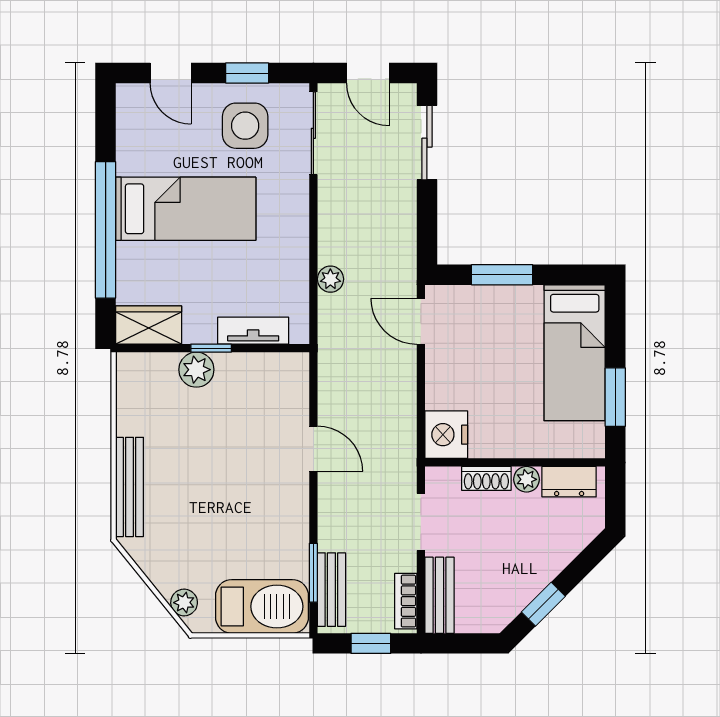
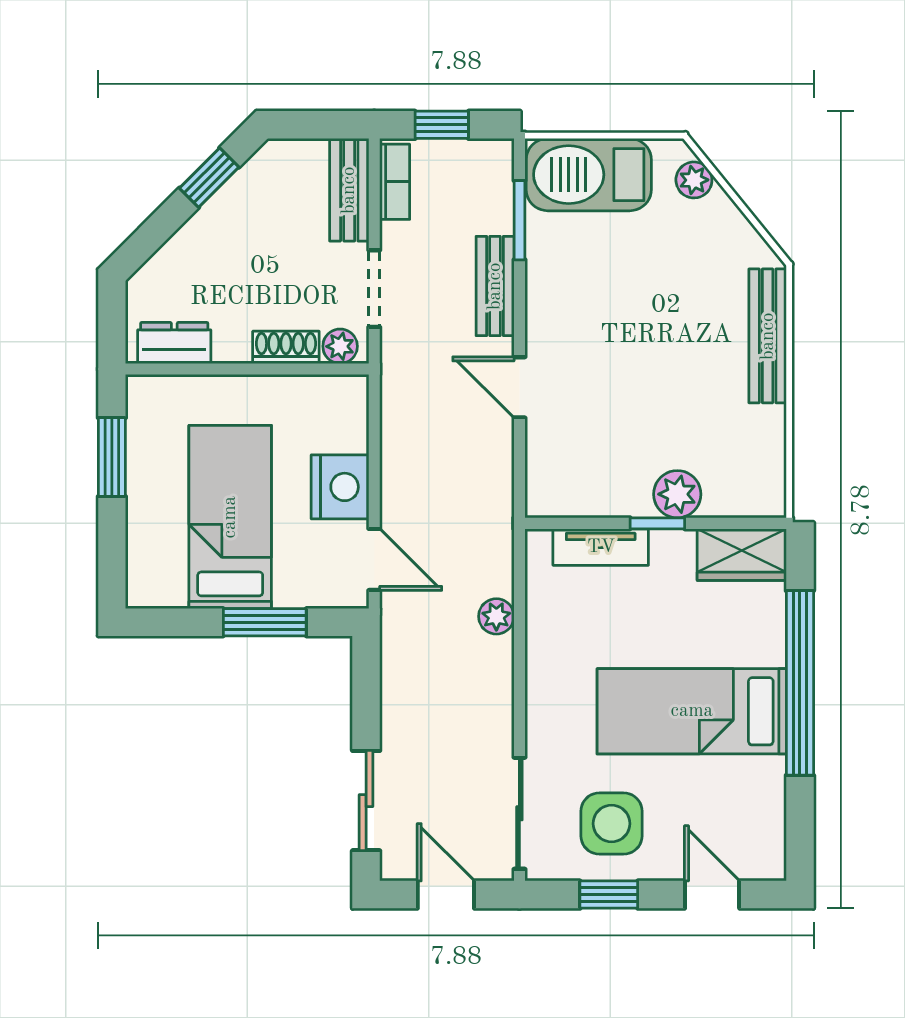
bed: (575, 353) -> (230, 517), moved
nightstand: (446, 435) -> (340, 487), moved
plant: (527, 479) -> (340, 346), moved
bench: (331, 590) -> (495, 286), moved

